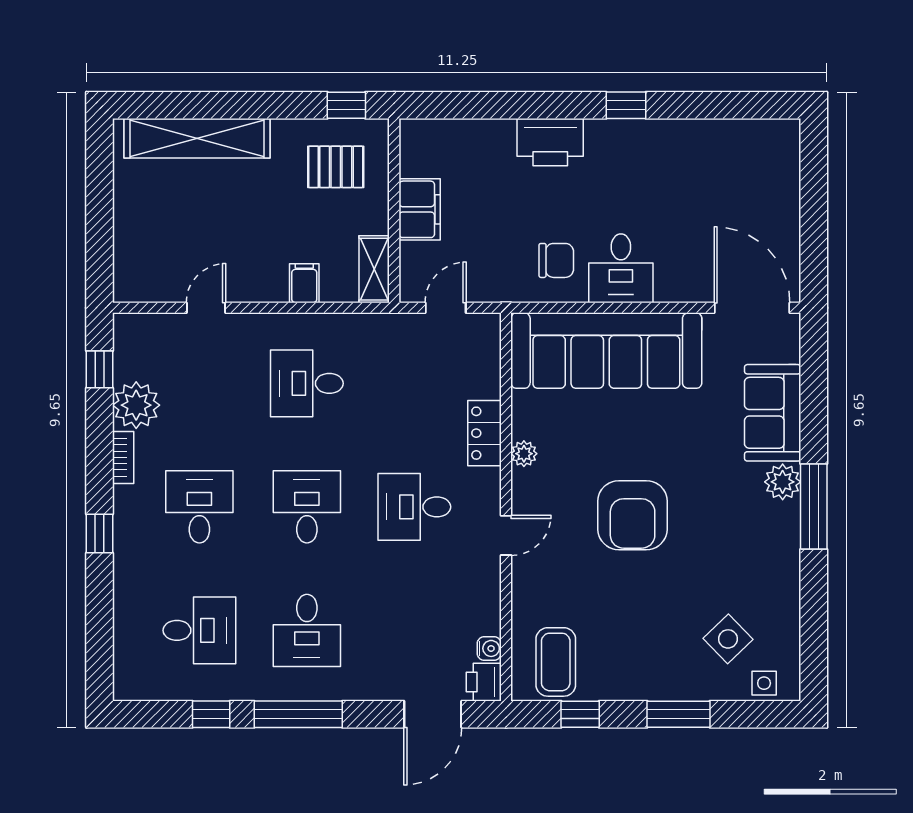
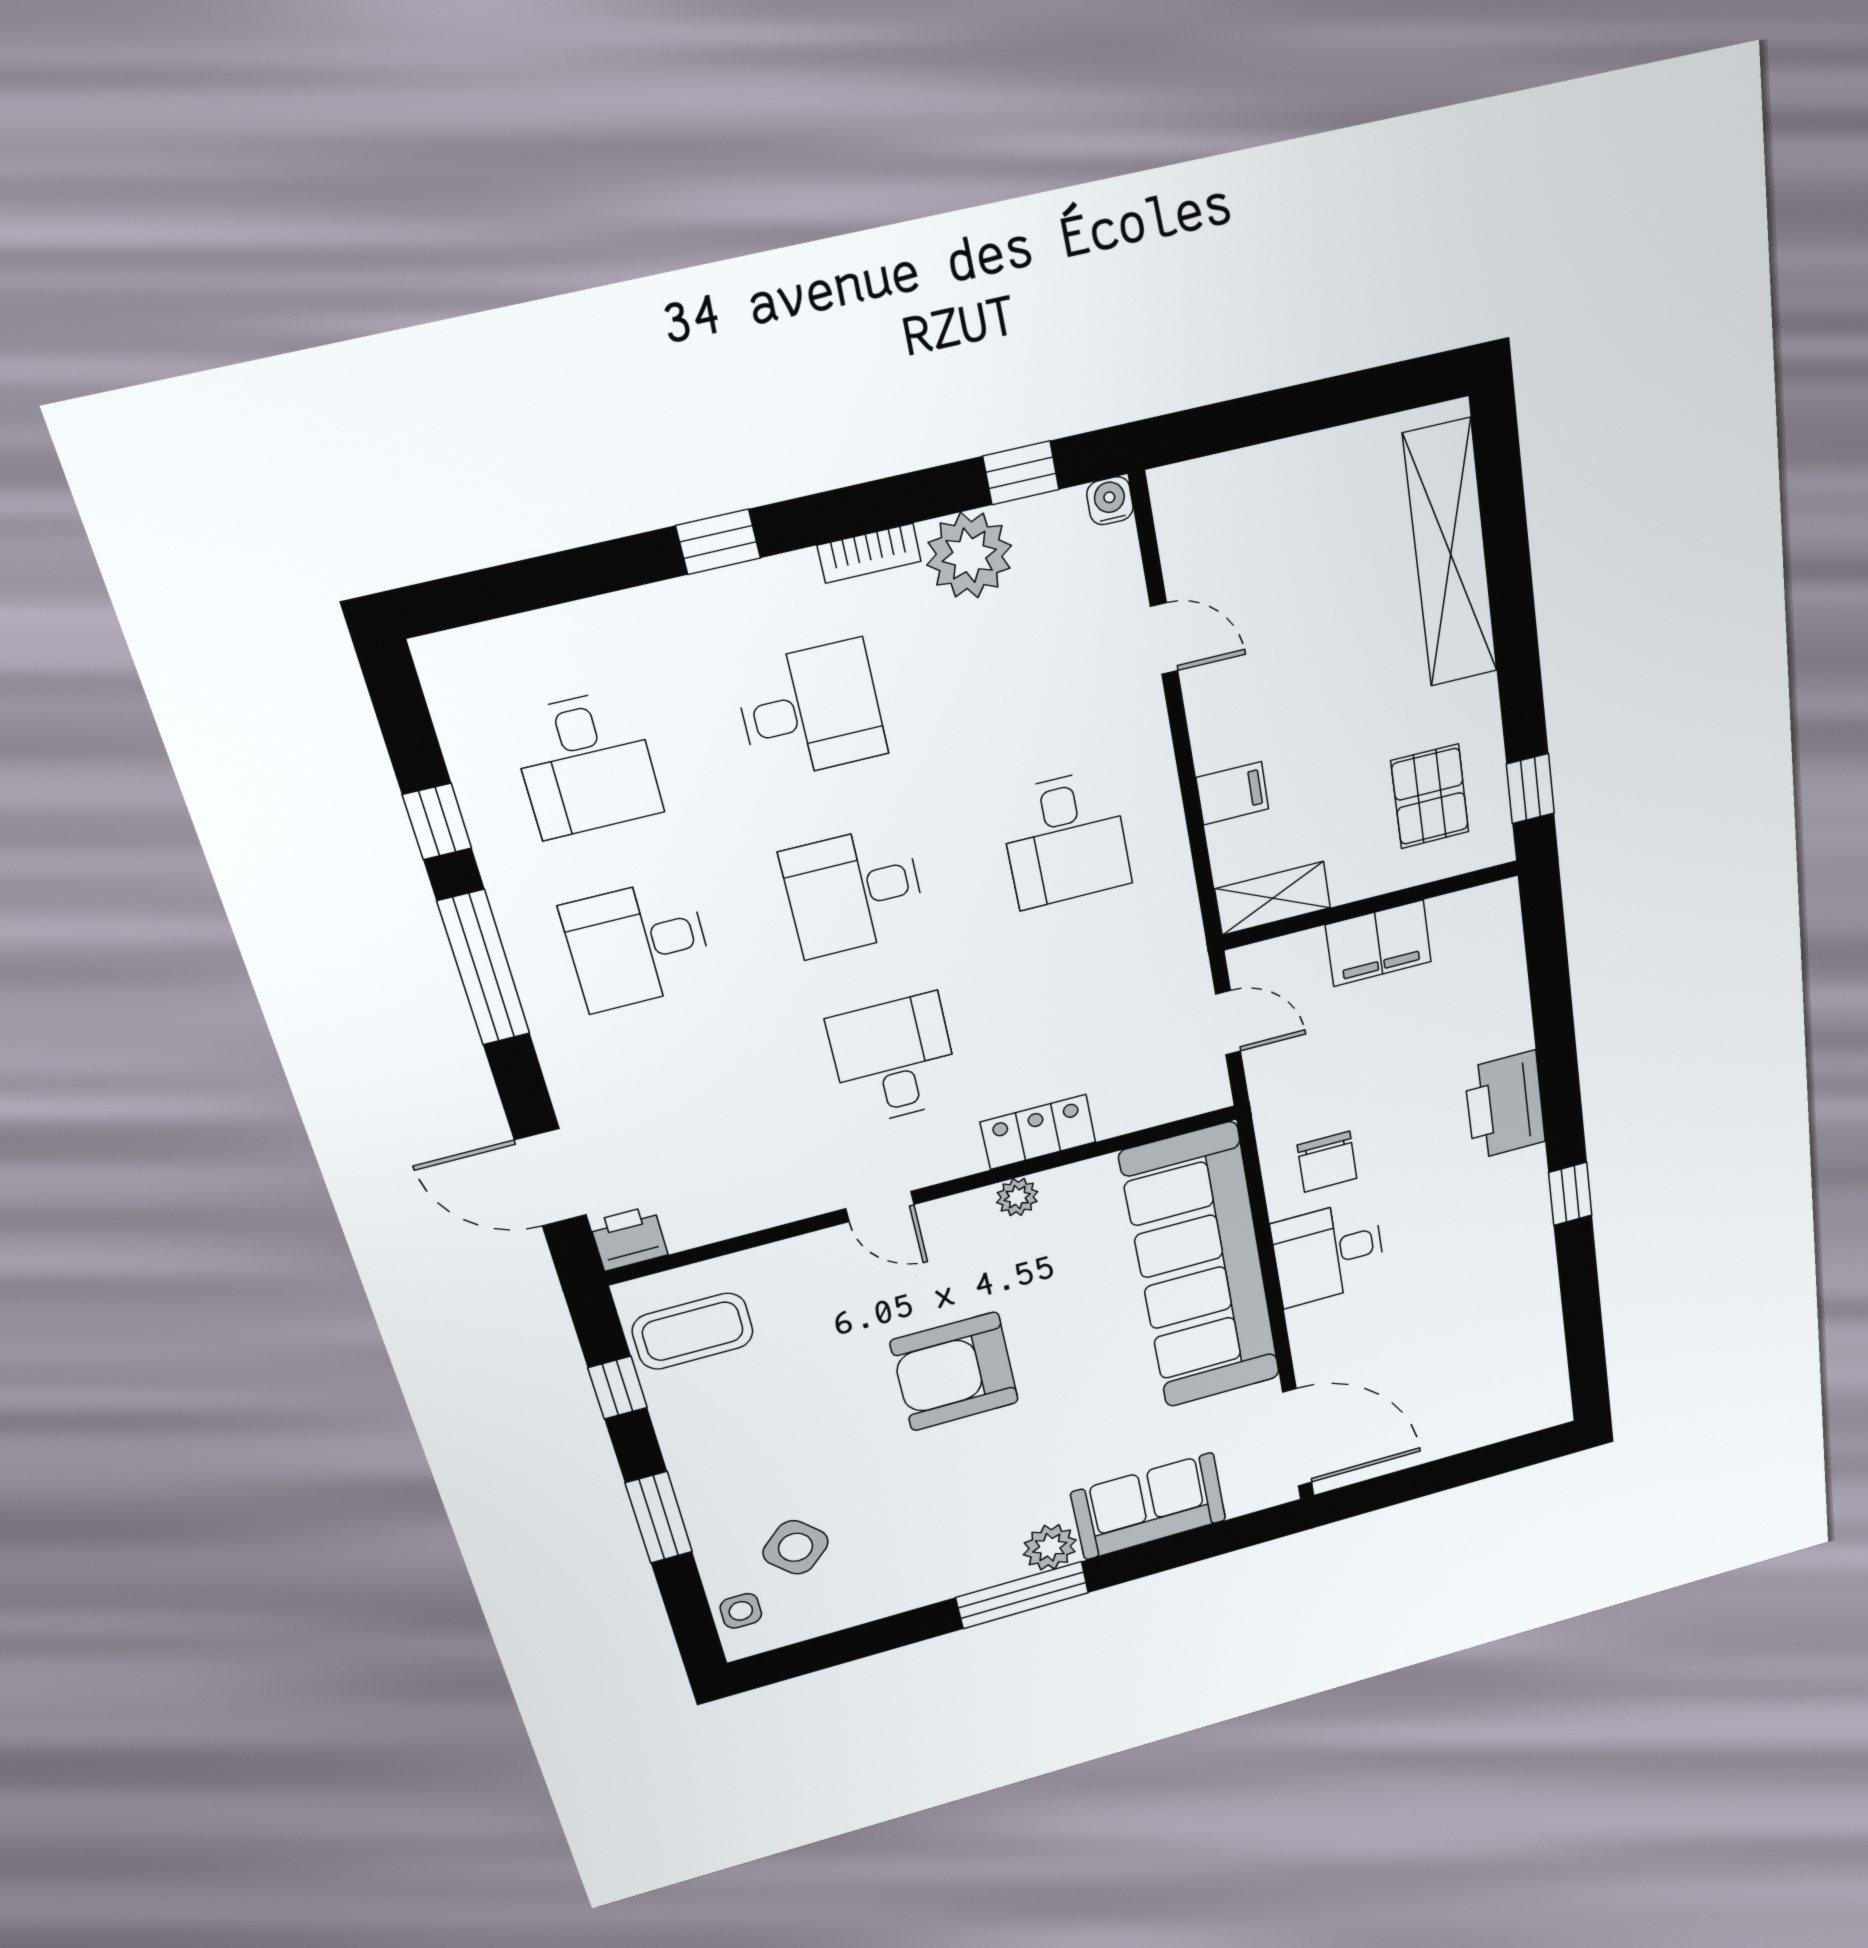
door: (752, 308) -> (1297, 1438), hinge flipped
desk: (307, 383) -> (1065, 839), turned 180
desk: (307, 507) -> (854, 891), turned 180
water cooler: (489, 648) -> (1110, 501), moved, turned 180

